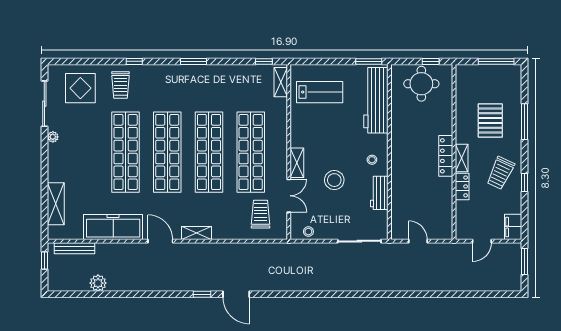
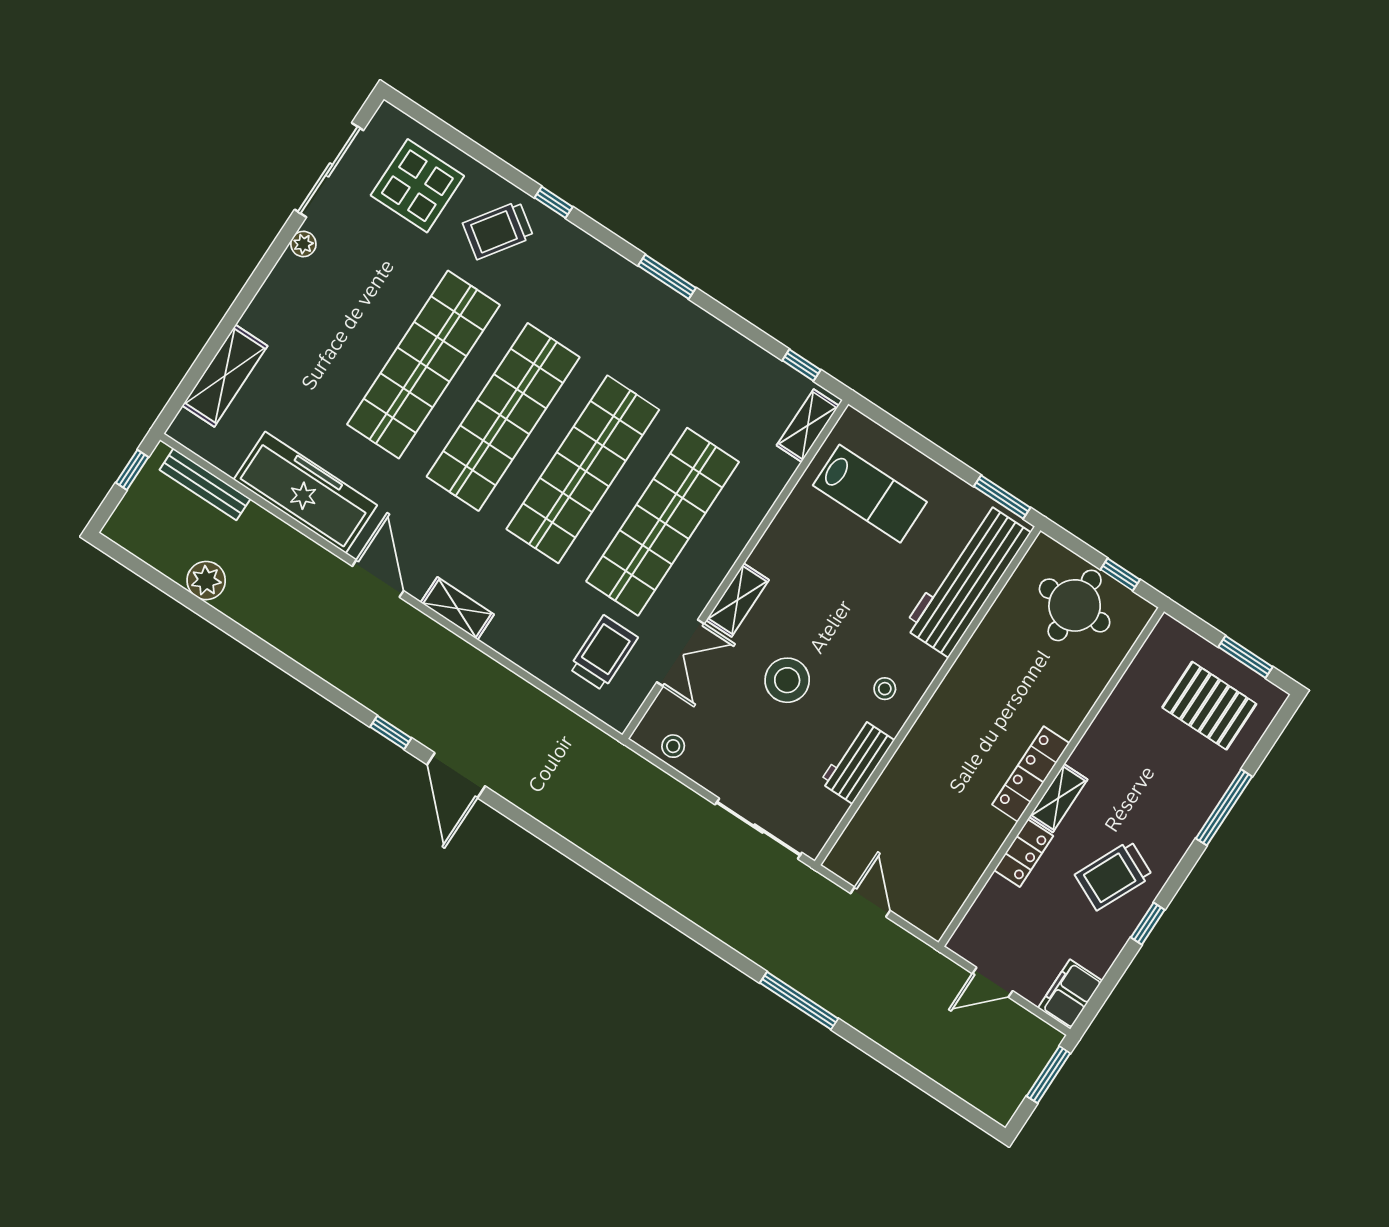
window: (496, 61) -> (1246, 657), width x0.69
trolley: (121, 85) -> (498, 230), turned 35
pallet: (490, 121) -> (1209, 706), moved, turned 90
window: (416, 294) -> (799, 1001), added

